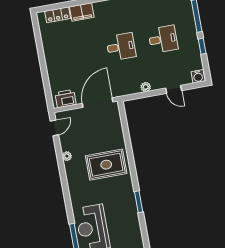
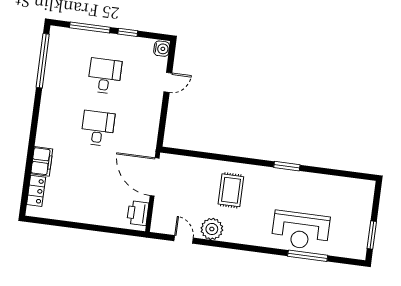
plant: (146, 87) -> (154, 114), removed
door: (54, 128) -> (184, 239), moved
plant: (67, 156) -> (212, 229), width x1.87, depth x1.87
rug: (106, 165) -> (231, 190), width x0.73, depth x0.70

